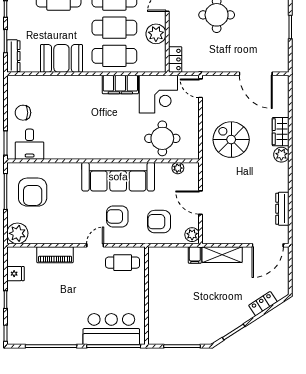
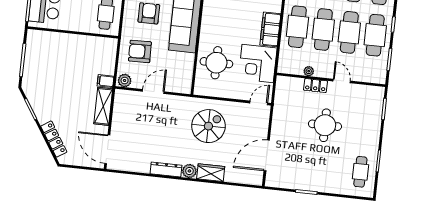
plant: (156, 34) -> (309, 71), width x0.53, depth x0.53
locker: (175, 59) -> (316, 86), moved
plant: (178, 168) -> (187, 74), removed
dresser: (282, 209) -> (166, 169), moved
armchair: (159, 222) -> (140, 51), turned -91
locker: (263, 304) -> (54, 139), width x1.53

